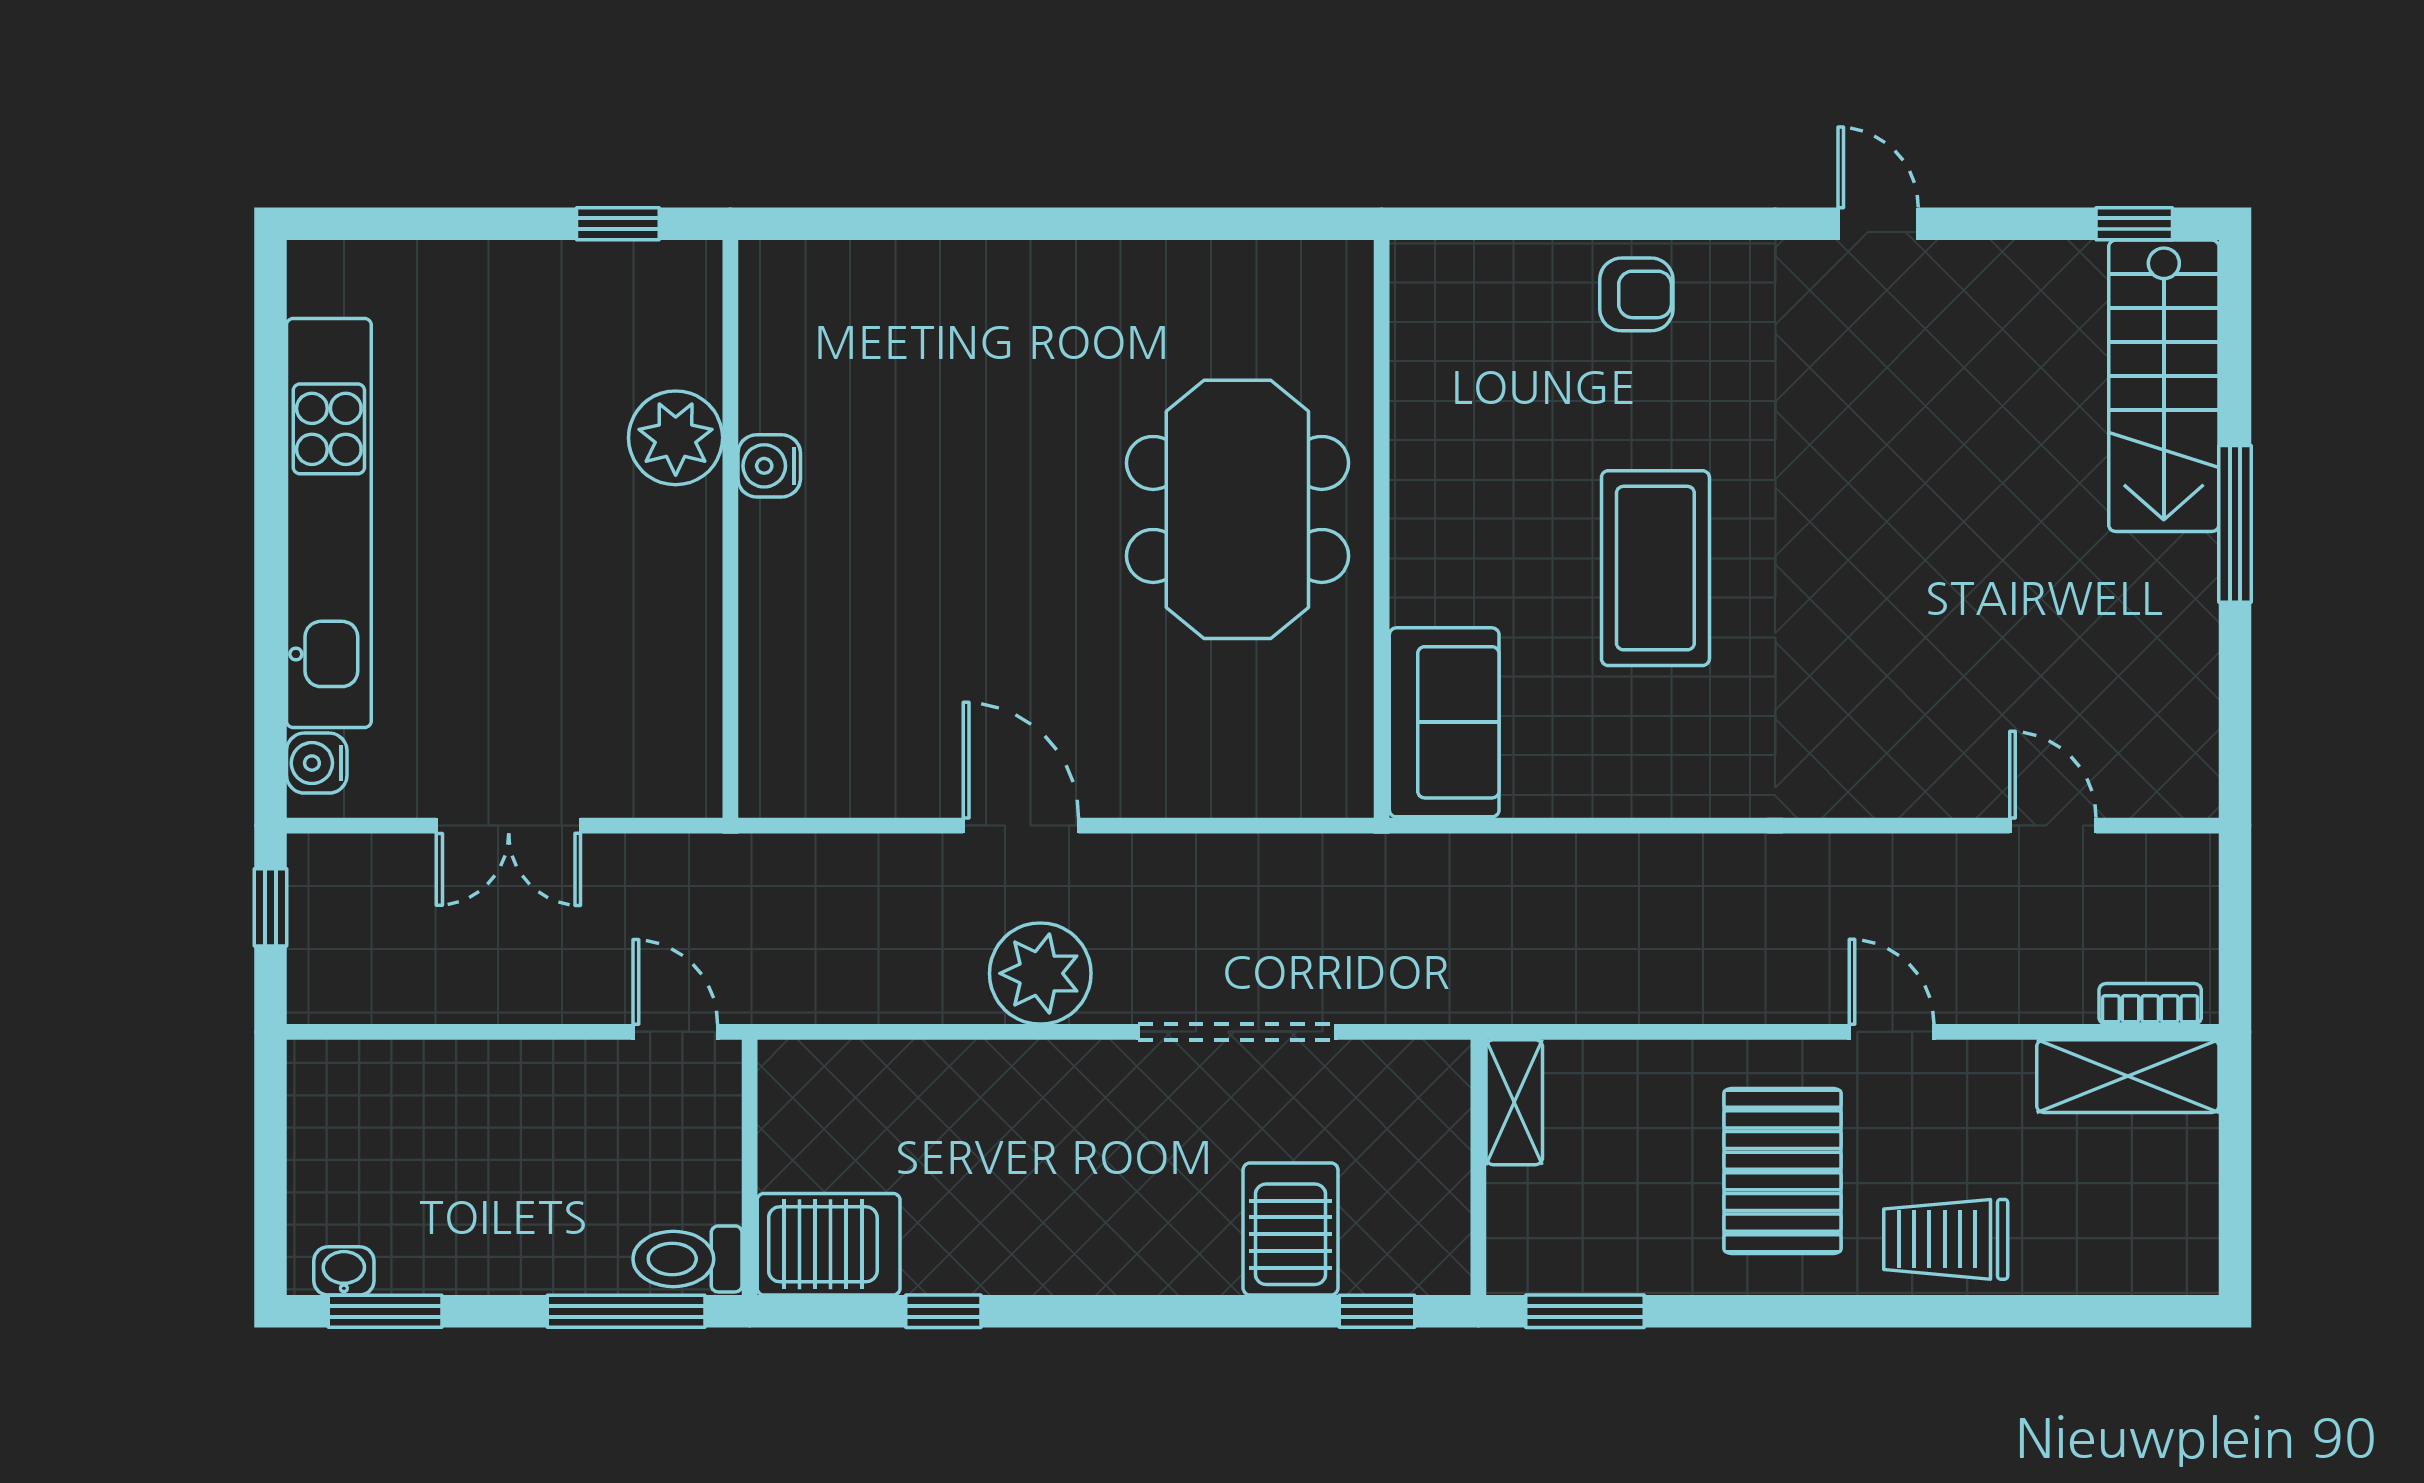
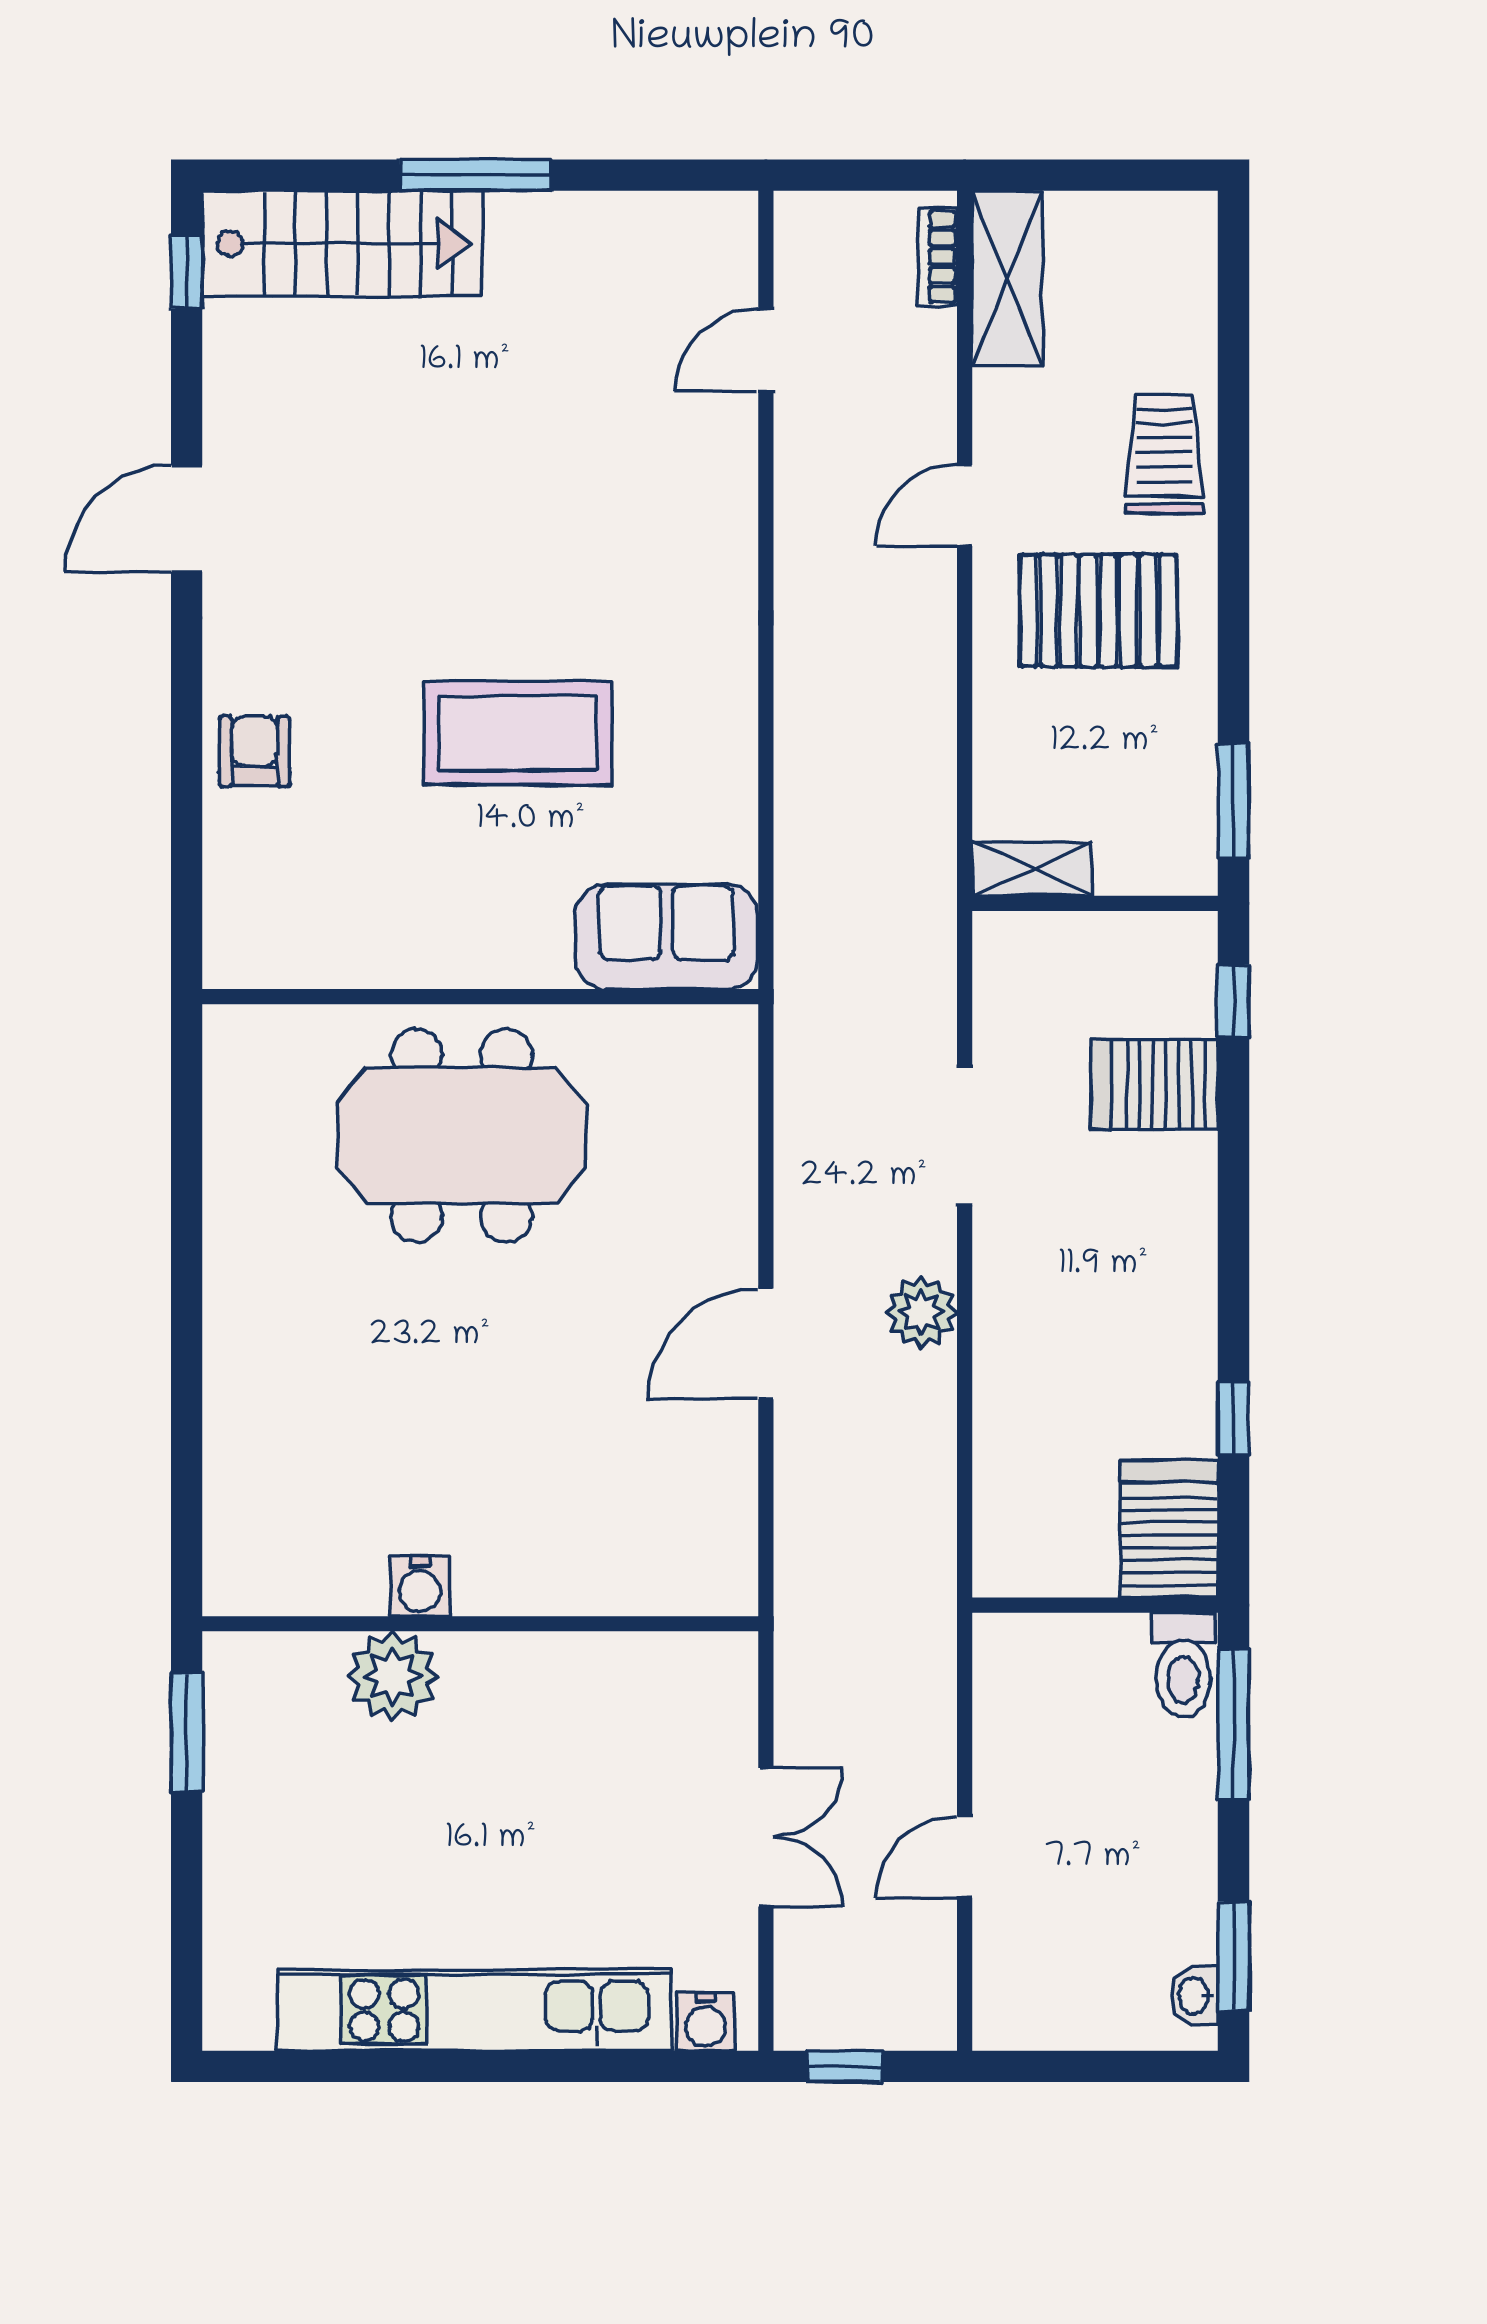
window: (618, 224) -> (187, 1732), width x1.50
door: (1878, 224) -> (187, 519), width x1.37
plant: (1040, 973) -> (921, 1312), width x0.73, depth x0.73
door: (675, 1032) -> (965, 1857), moved
doorway: (1237, 1032) -> (965, 1136), width x0.73
trolley: (1946, 1239) -> (1164, 454), turned 180

